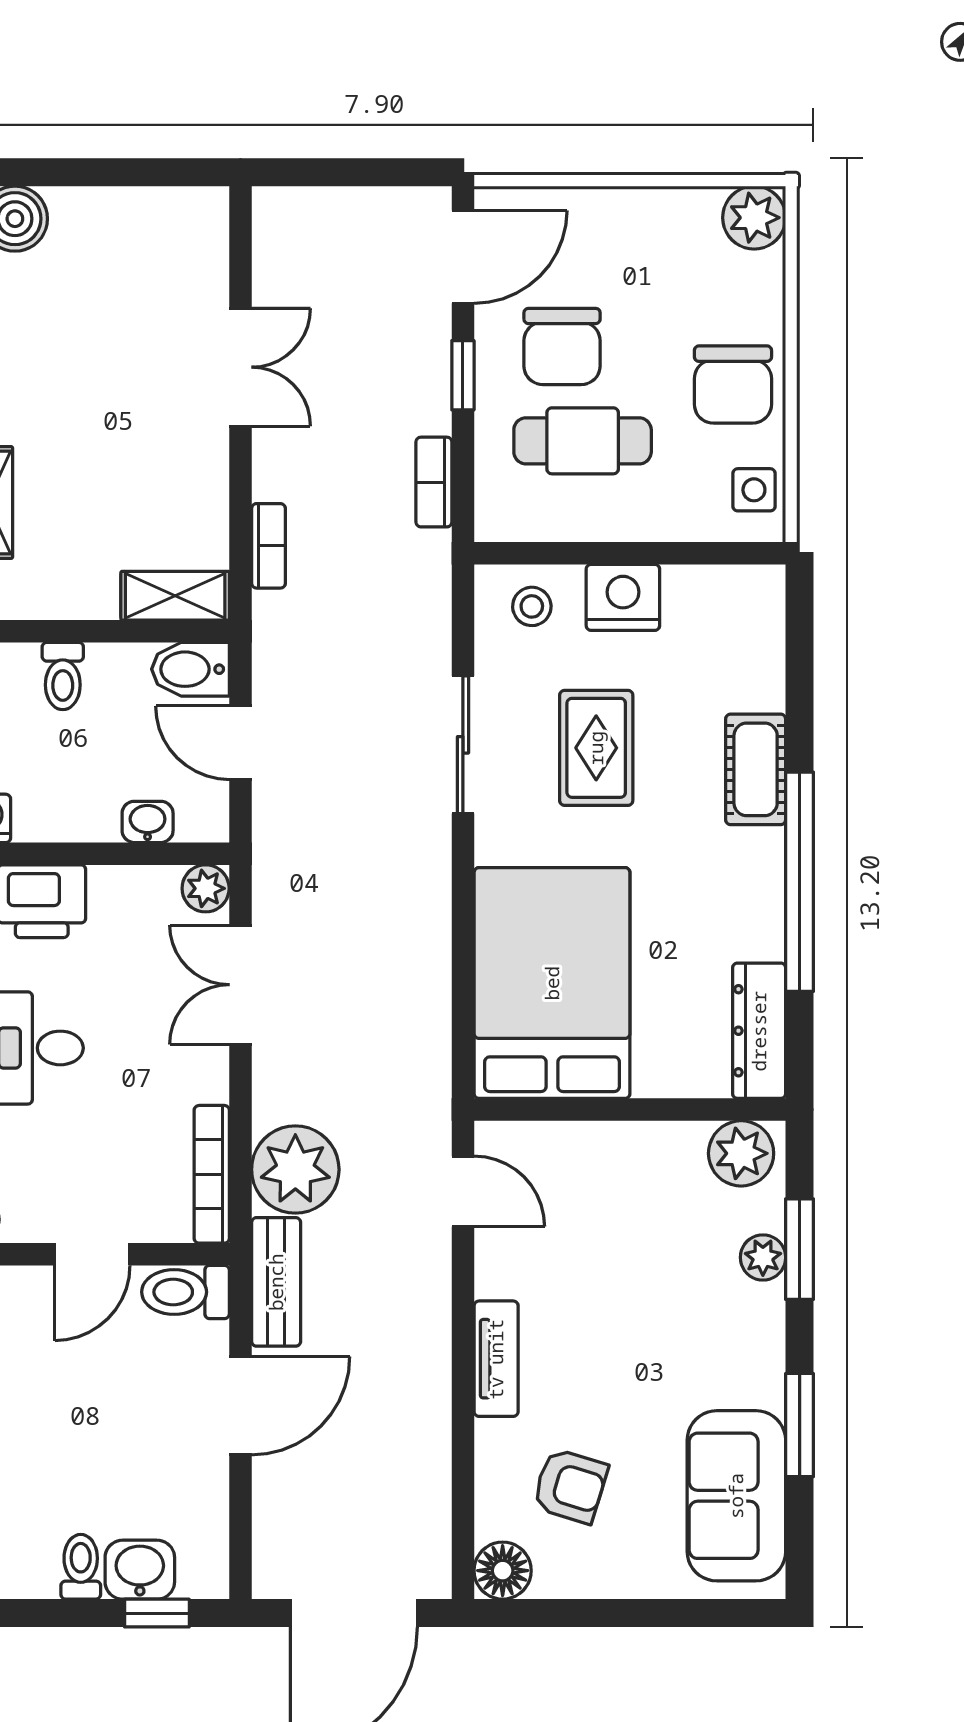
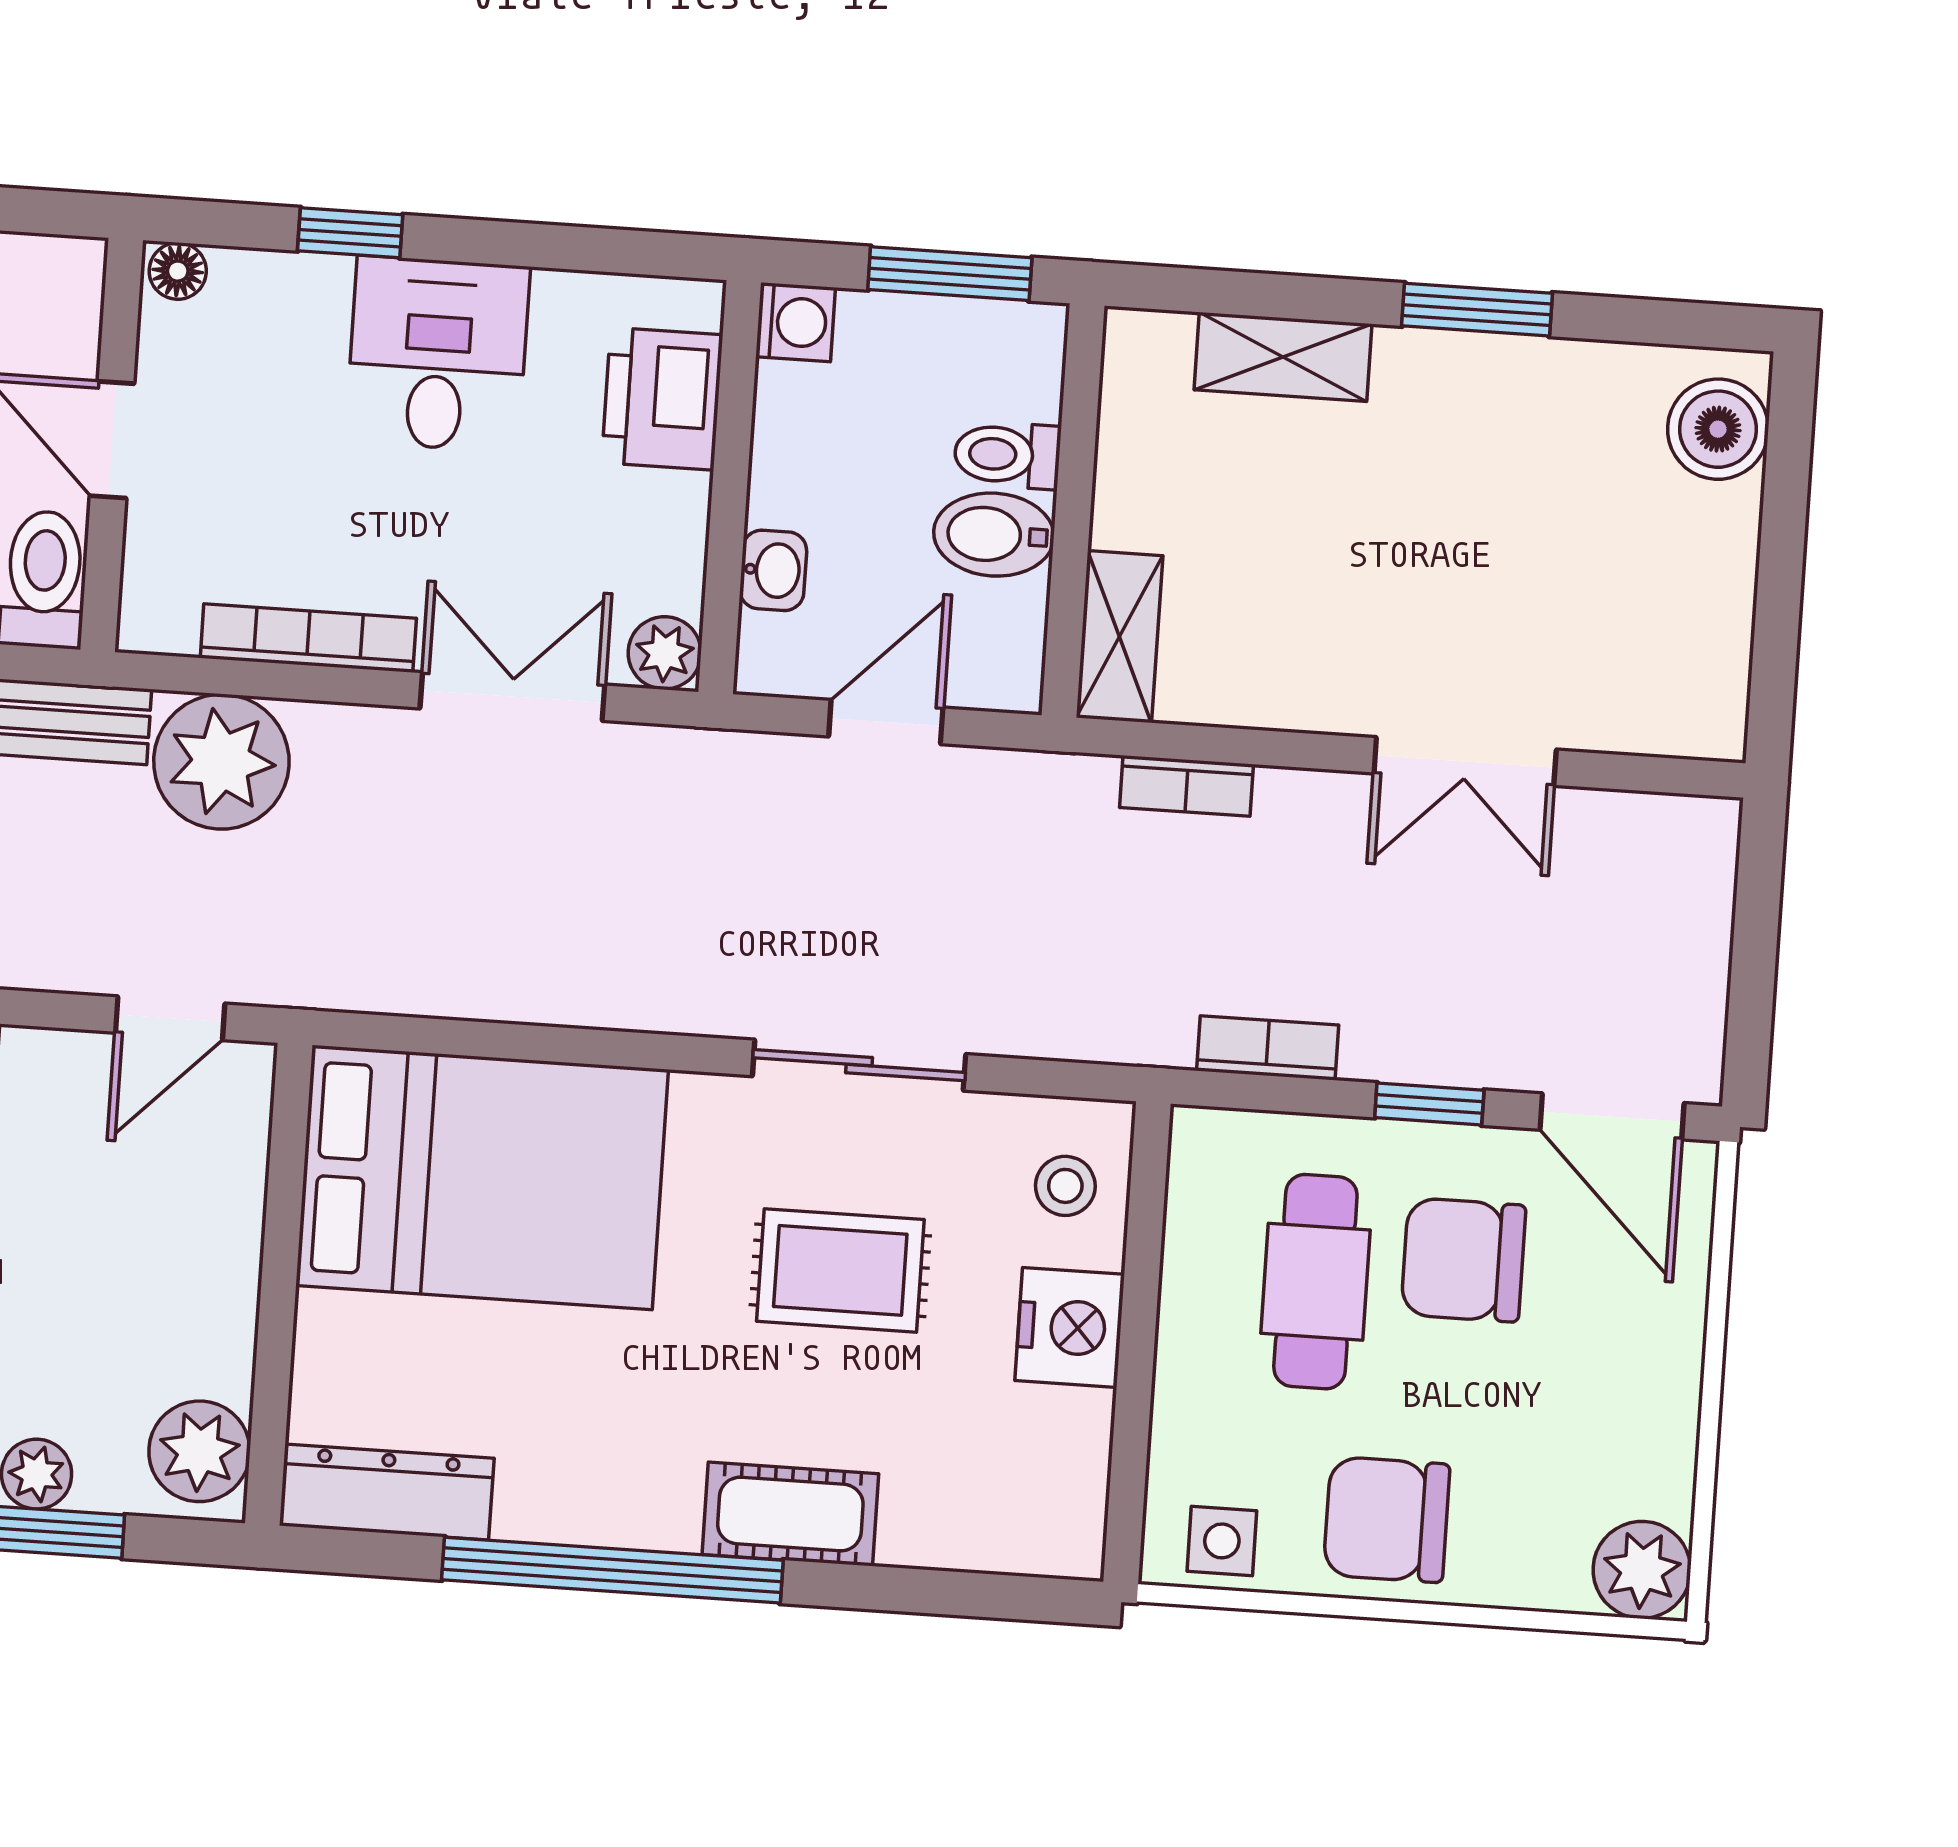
bidet: (190, 669) -> (994, 535), moved, turned -90
bookcase: (212, 1174) -> (308, 638), moved

